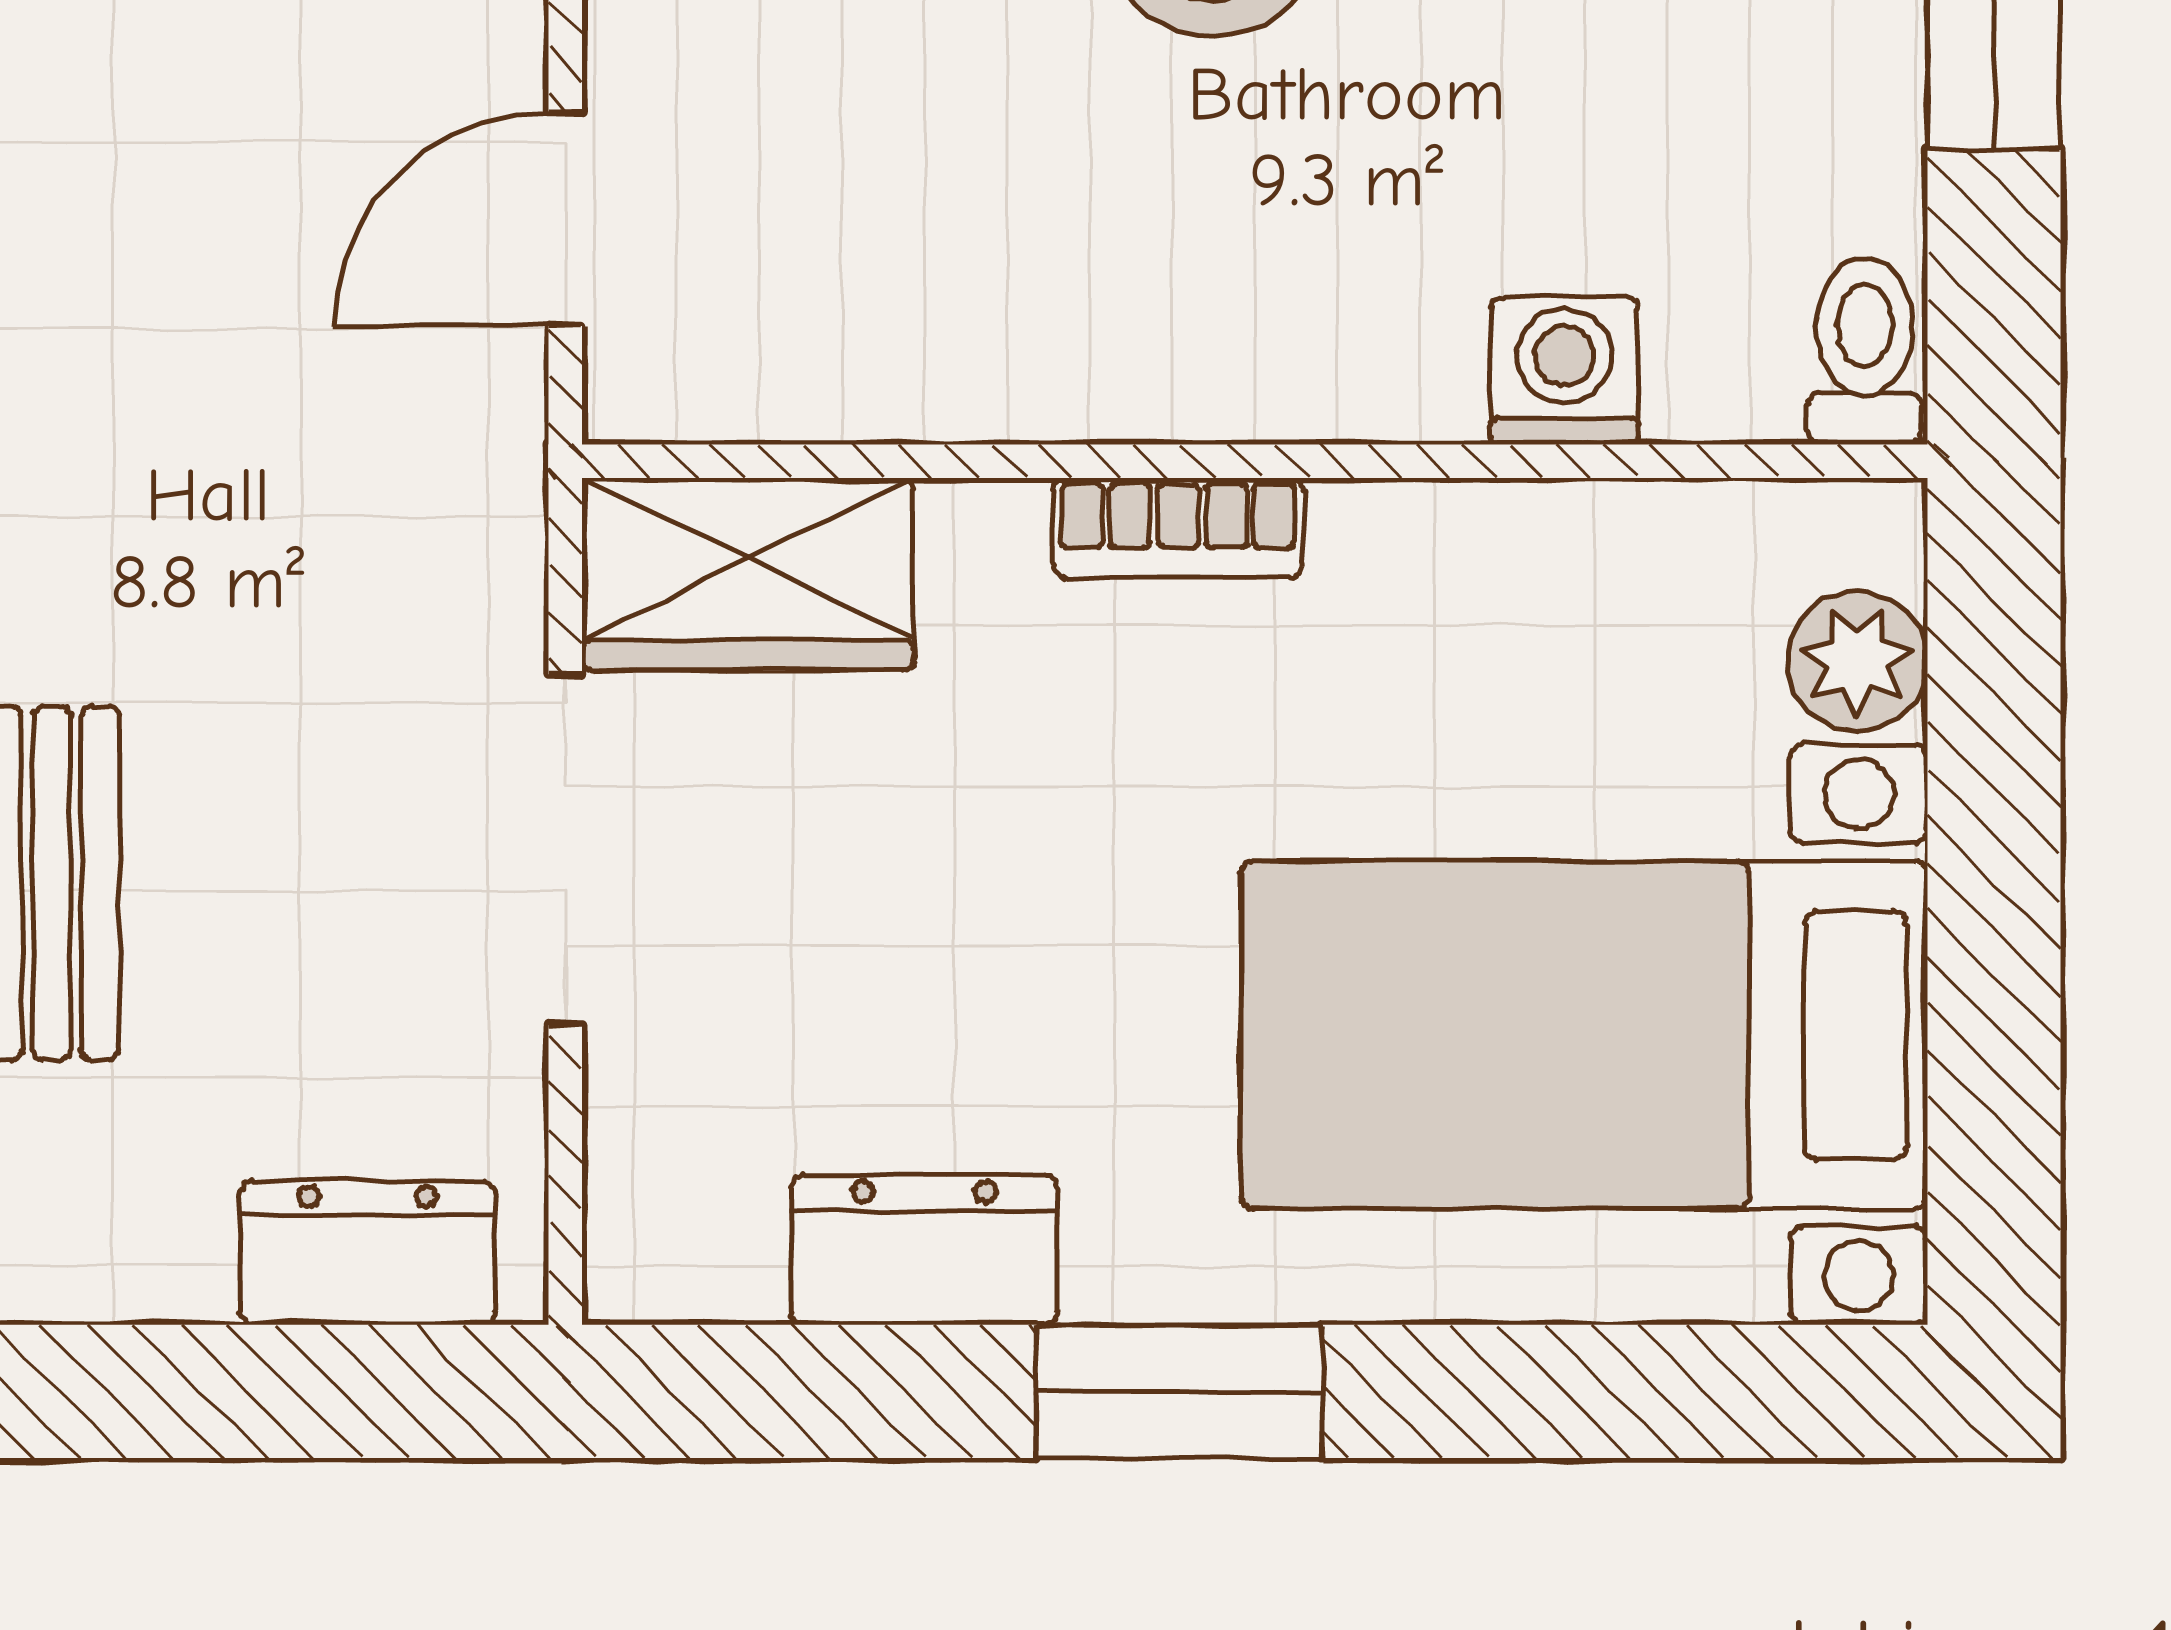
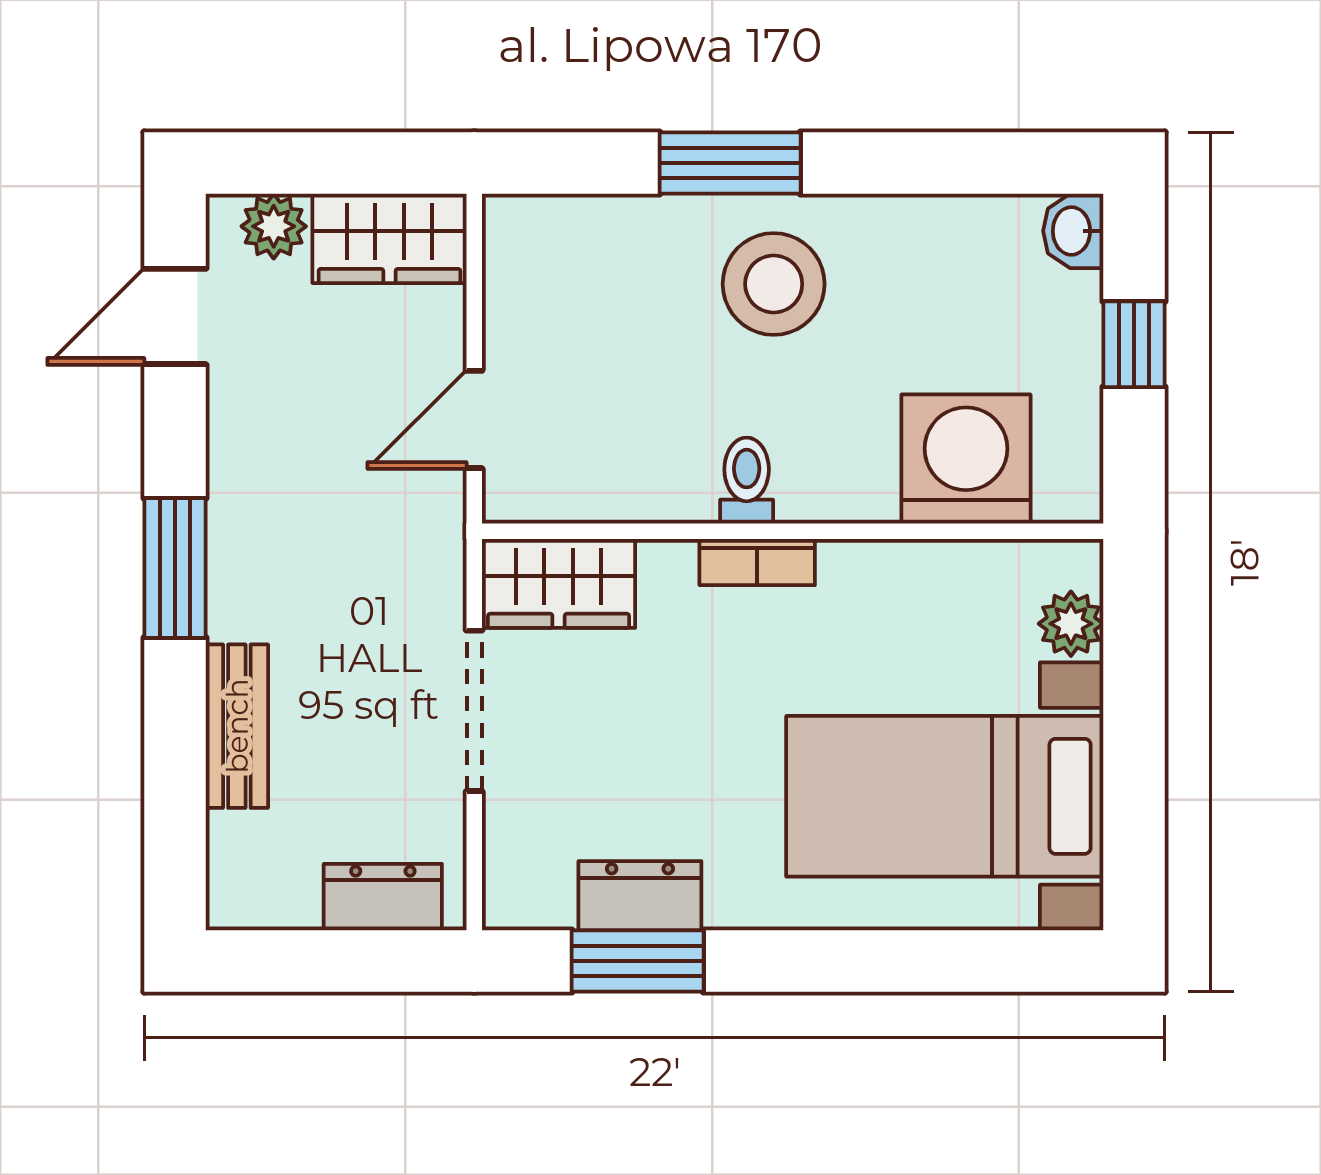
toilet: (1865, 351) -> (747, 481), moved
washing machine: (1564, 370) -> (966, 459), width x1.89, depth x1.89
window: (1179, 1391) -> (638, 961), moved

